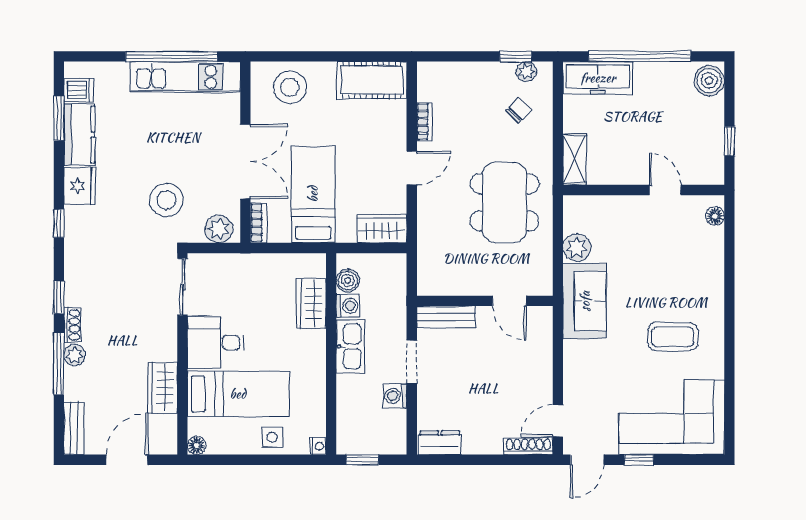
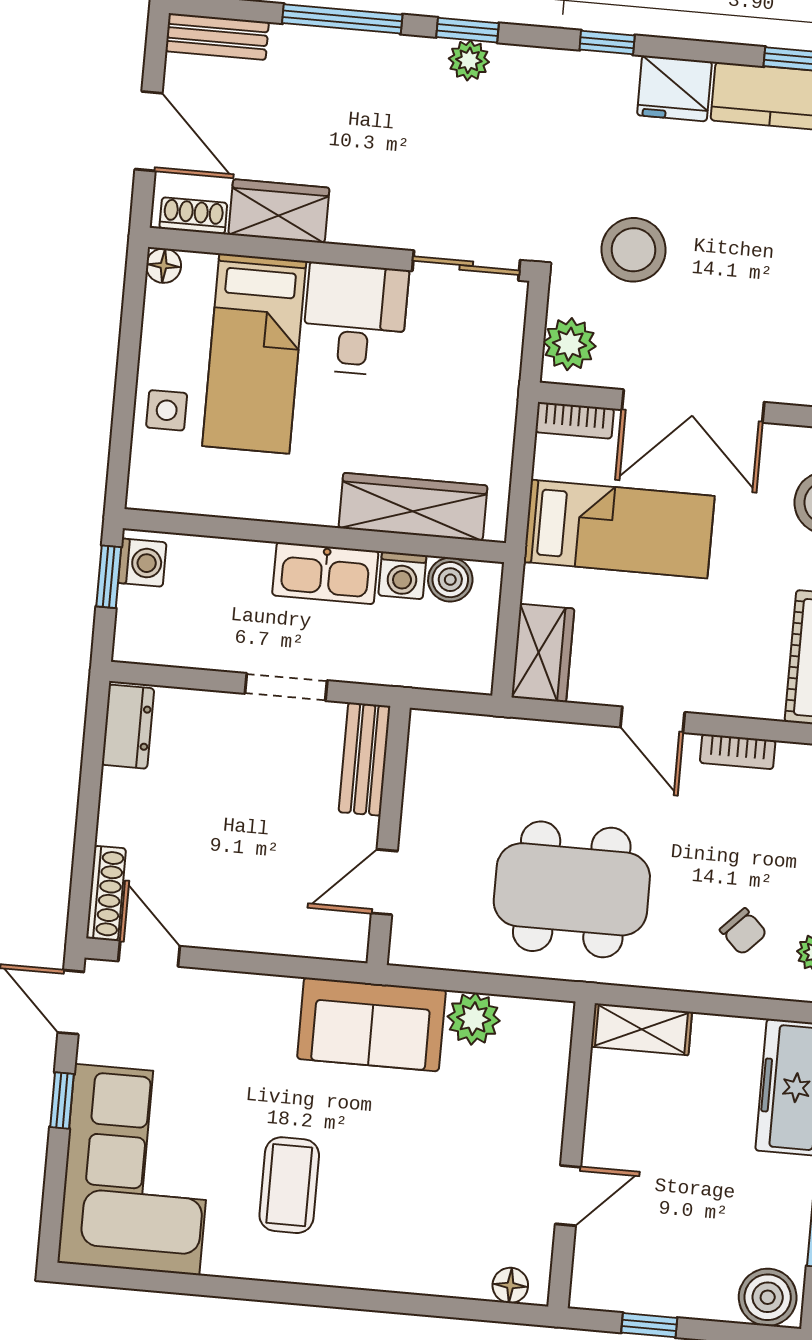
wardrobe: (311, 304) -> (413, 507), width x1.50
shoe rack: (72, 325) -> (193, 216), moved, turned 180
plant: (75, 355) -> (469, 60), moved
washing machine: (395, 396) -> (142, 563), moved, turned 90
nightstand: (318, 446) -> (142, 495), removed

